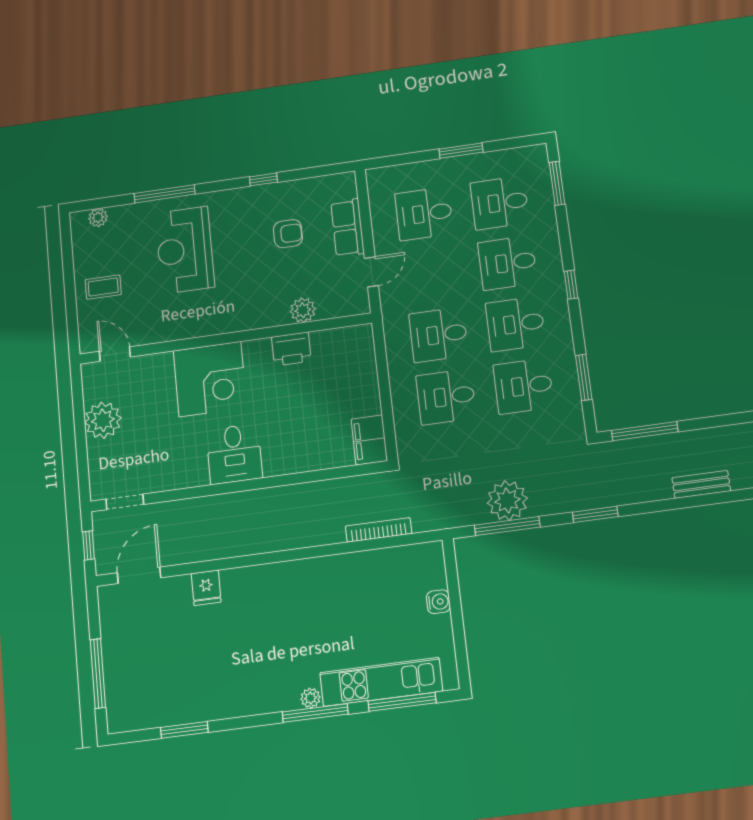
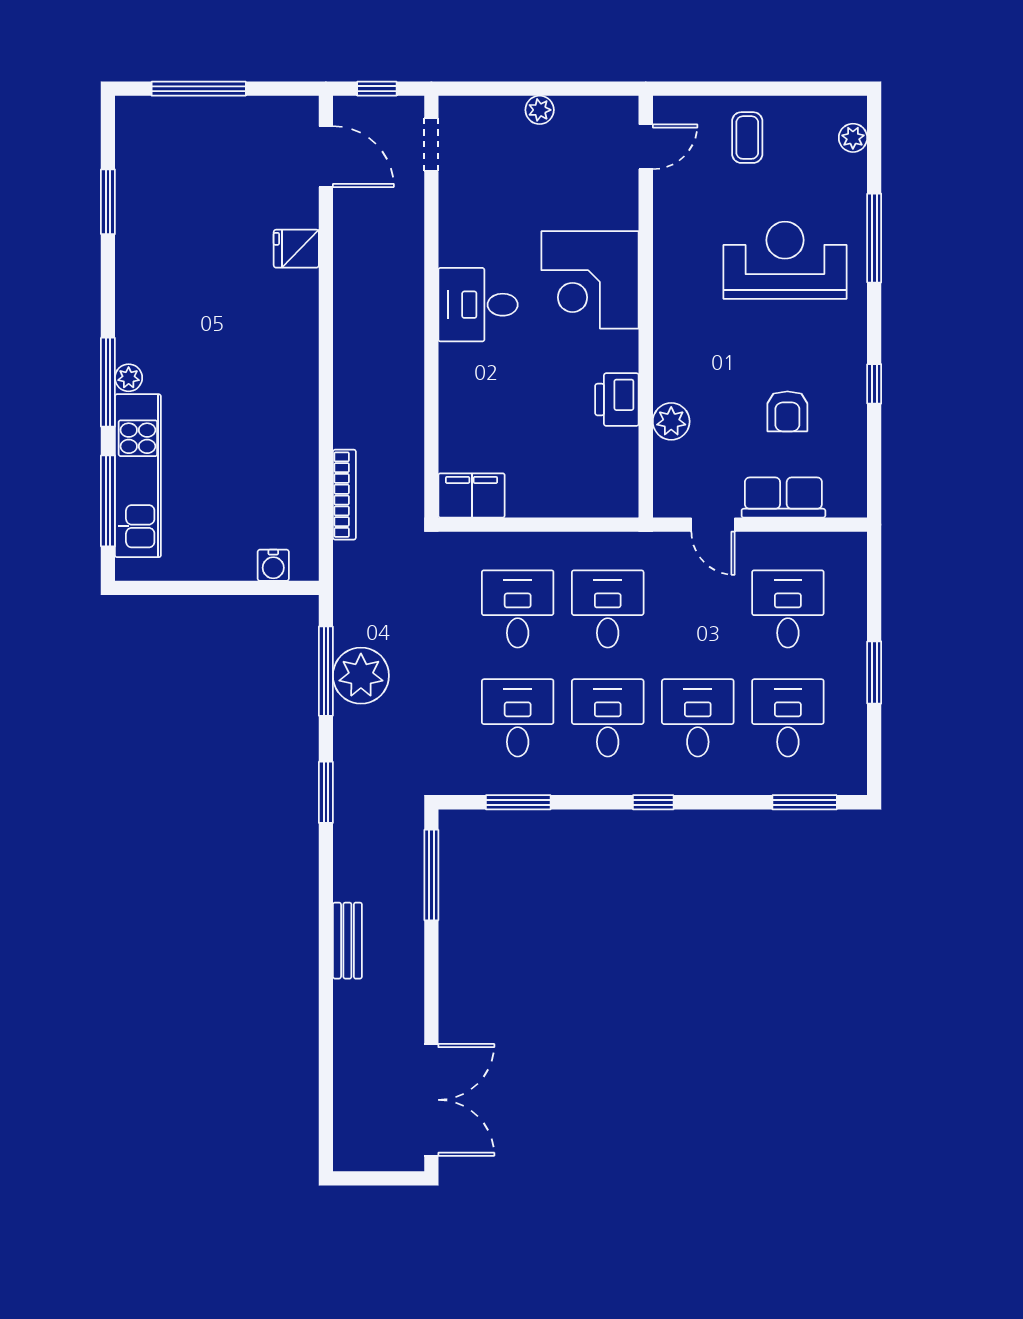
plant: (103, 420) -> (540, 110), width x0.53, depth x0.53
water cooler: (438, 602) -> (273, 565), moved

